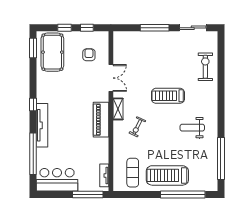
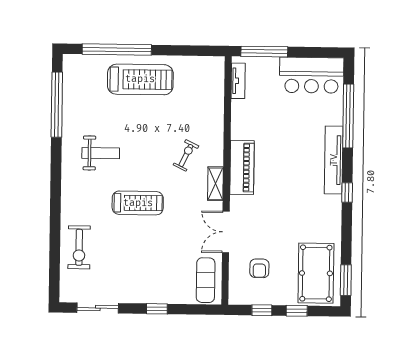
window: (155, 28) -> (157, 309), width x0.46
exercise mat: (133, 173) -> (206, 280), moved

